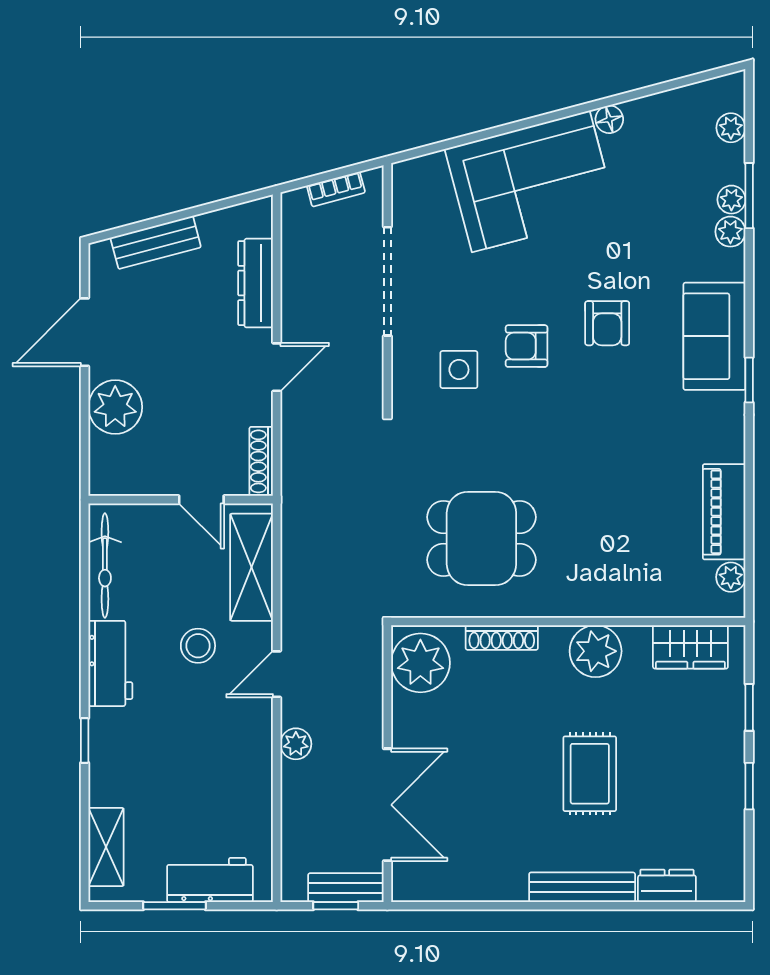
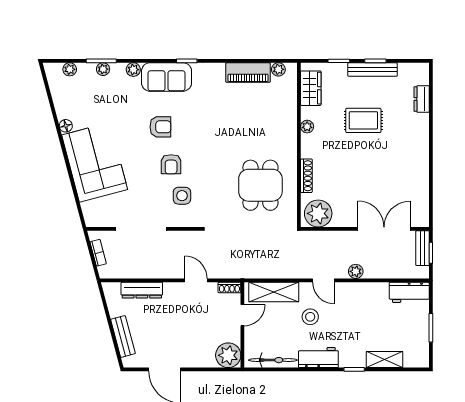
plant: (730, 232) -> (133, 70), moved
door: (277, 367) -> (196, 280), moved
plant: (115, 407) -> (228, 355), moved
shoe rack: (261, 461) -> (229, 287), width x0.70
plant: (596, 651) -> (307, 127), width x0.53, depth x0.53
rug: (590, 774) -> (363, 120), moved
shelving: (106, 847) -> (385, 360), moved
workbench: (210, 880) -> (409, 292), moved, turned -90
bench: (582, 887) -> (372, 69), moved, turned 90

